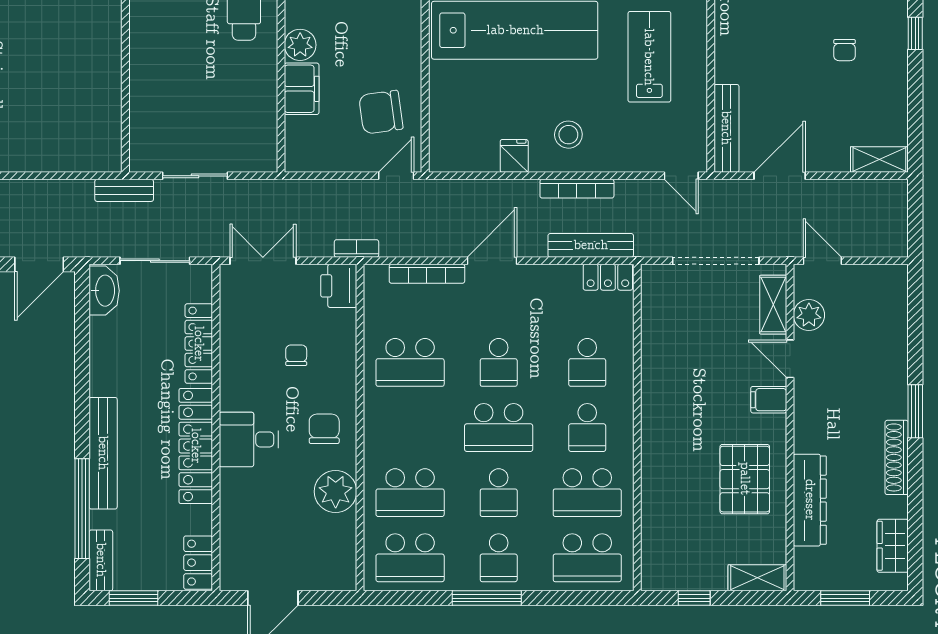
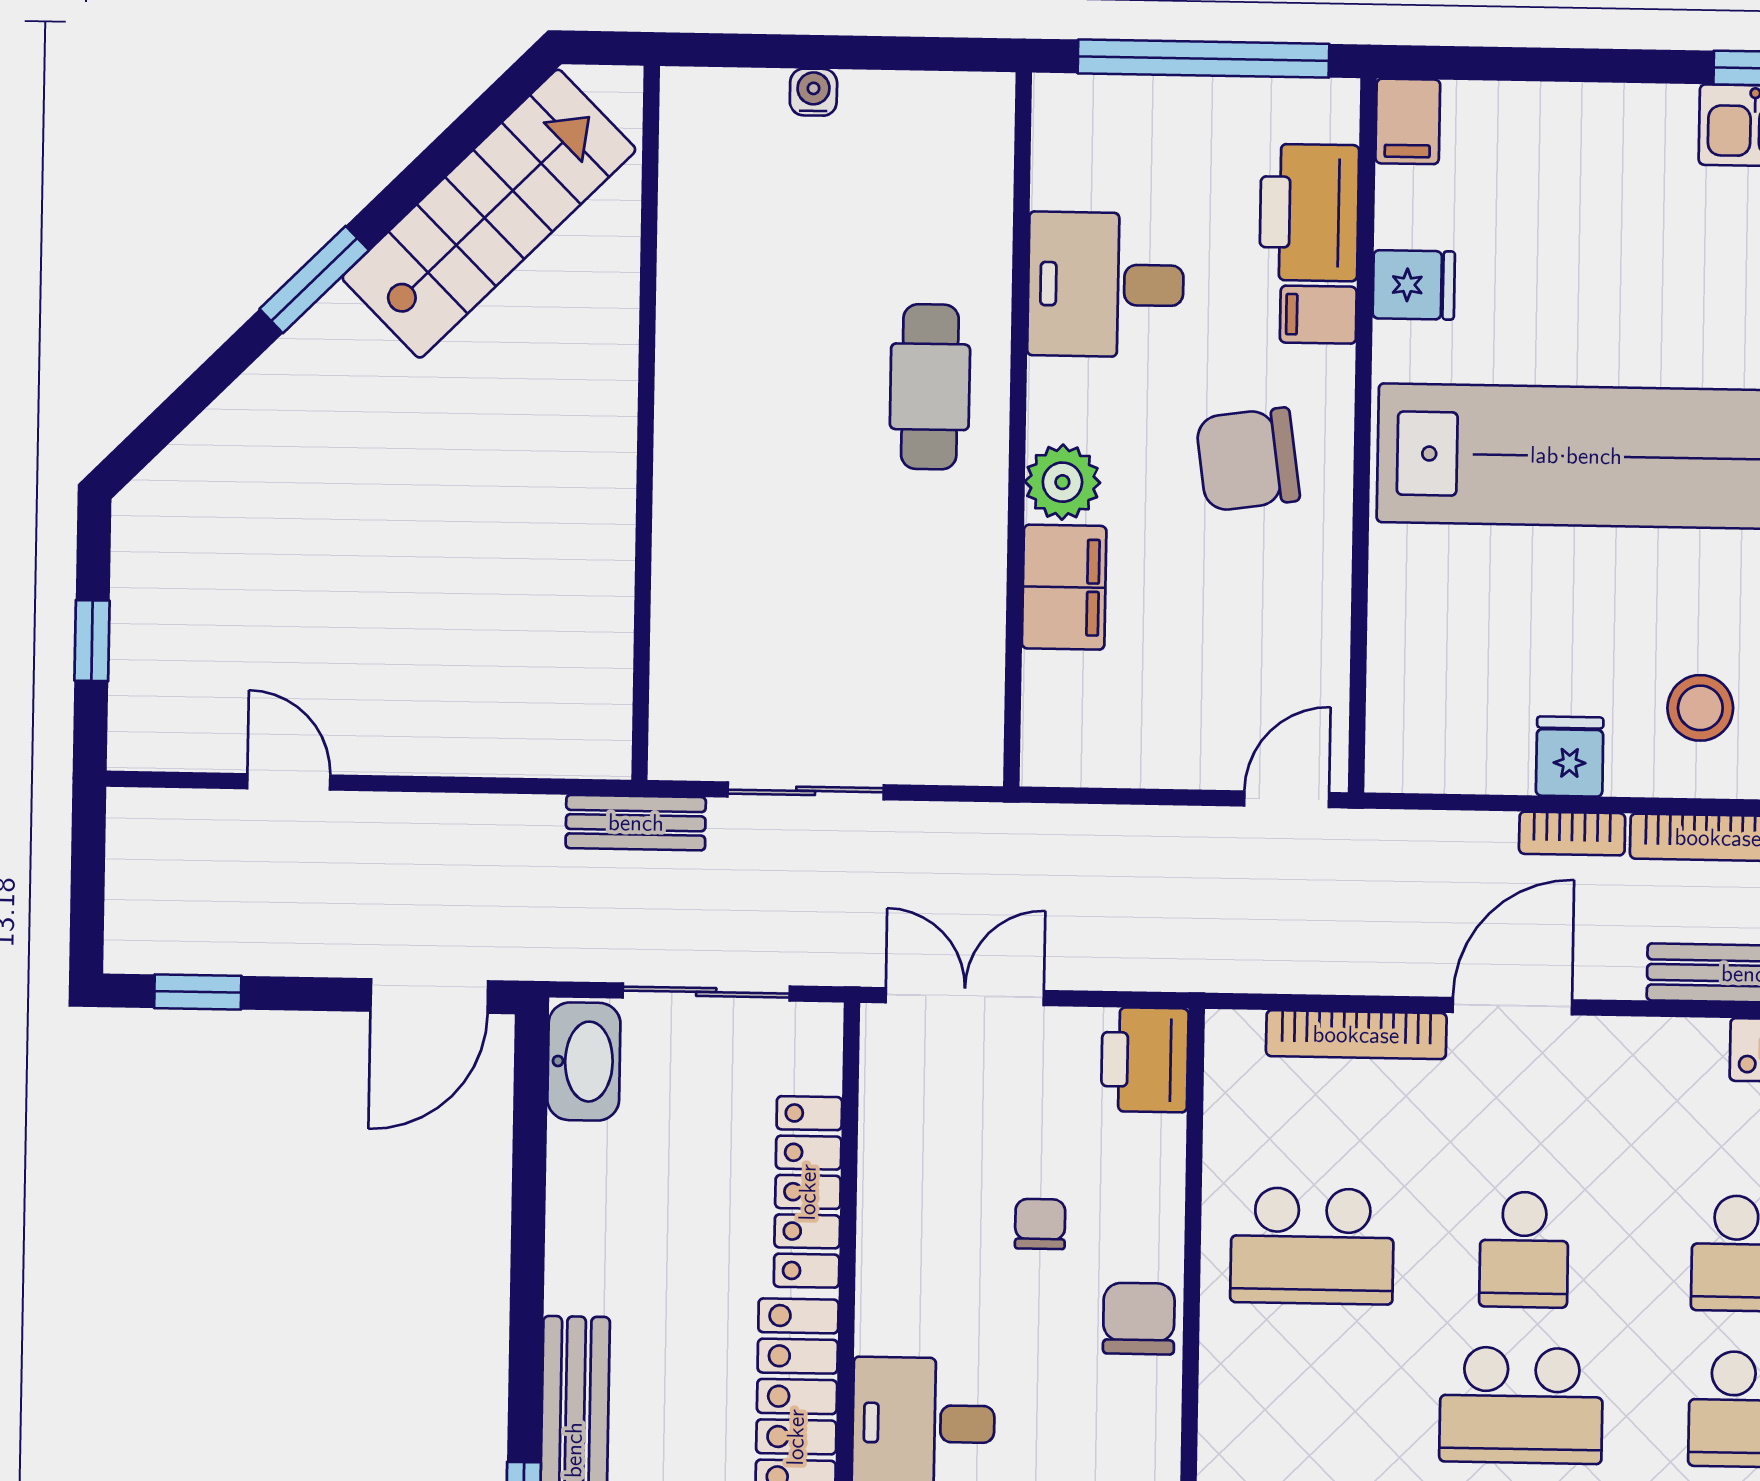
chair: (381, 112) -> (1248, 459), moved
bookcase: (356, 248) -> (1572, 834), moved, turned 180
chair: (324, 429) -> (1139, 1319), moved

